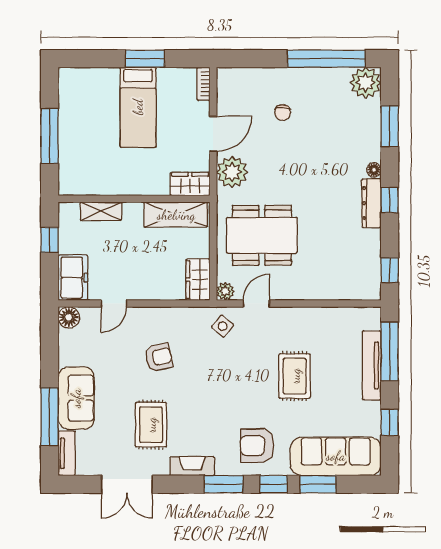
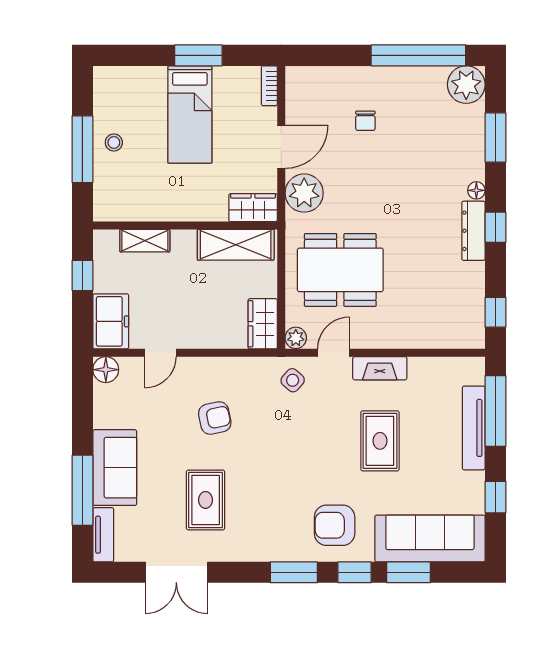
stool: (75, 130) -> (114, 143), added
fireplace: (192, 466) -> (380, 368), moved, turned 180

